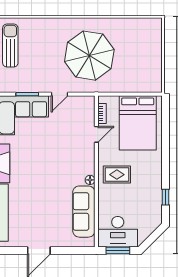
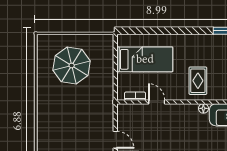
parasol: (89, 56) -> (72, 65), moved, width x0.73, depth x0.73
bed: (138, 123) -> (145, 59), width x0.67

